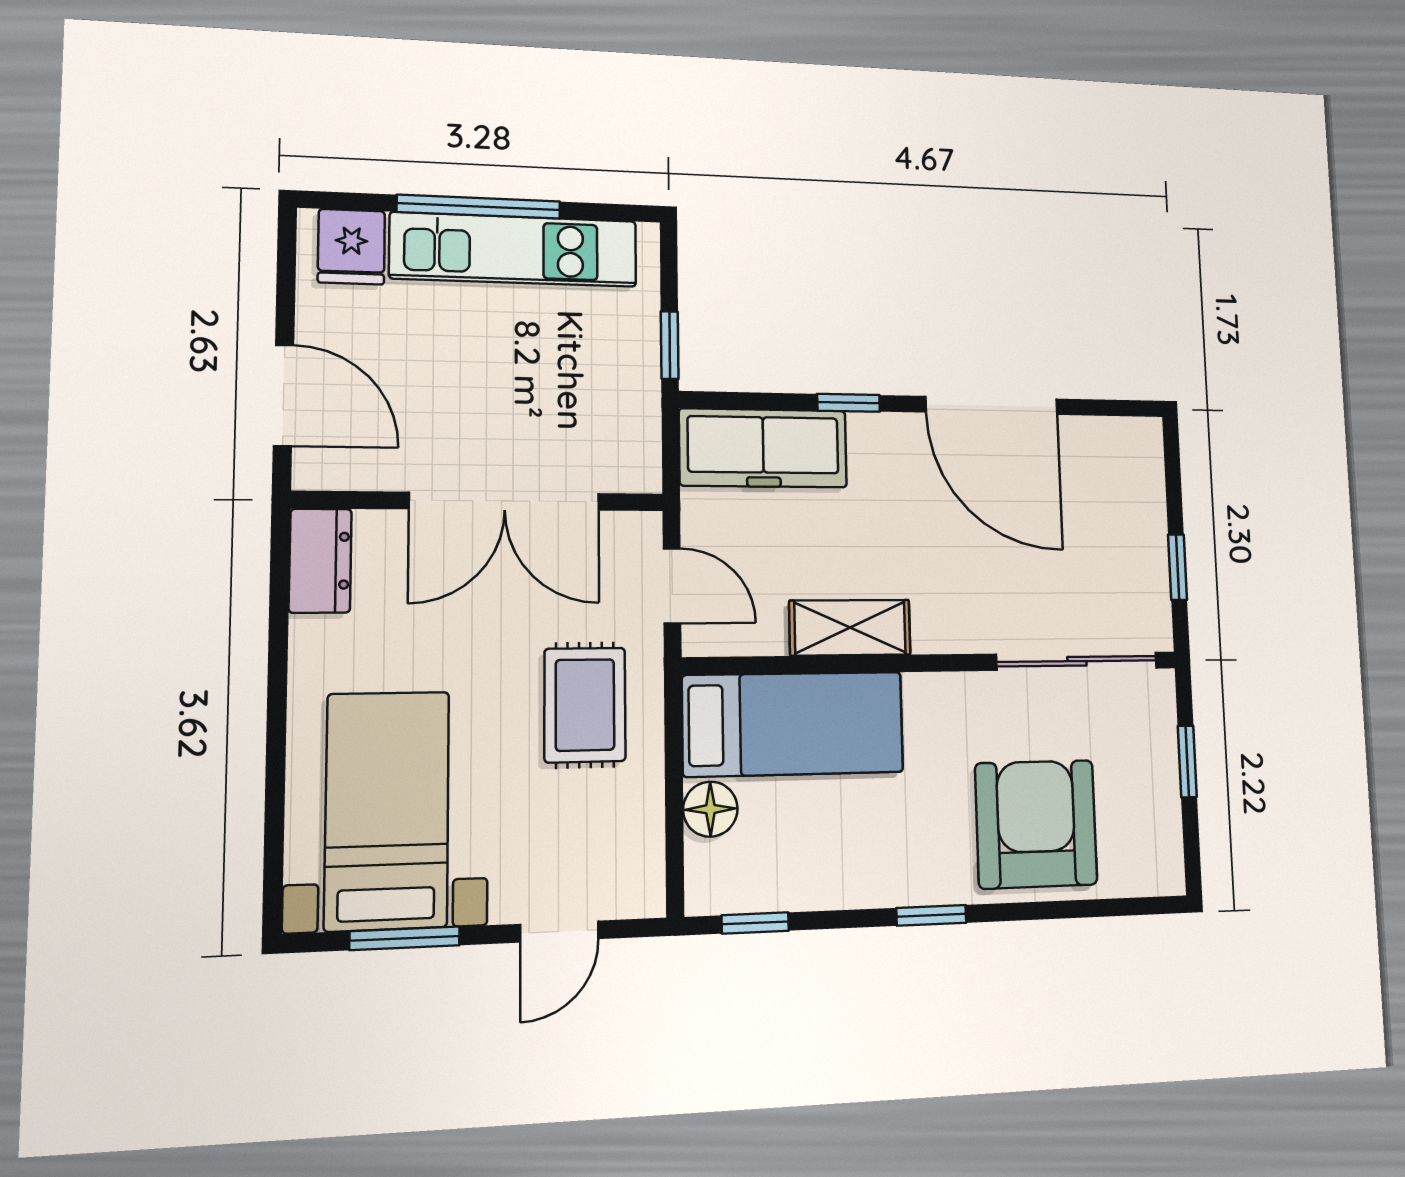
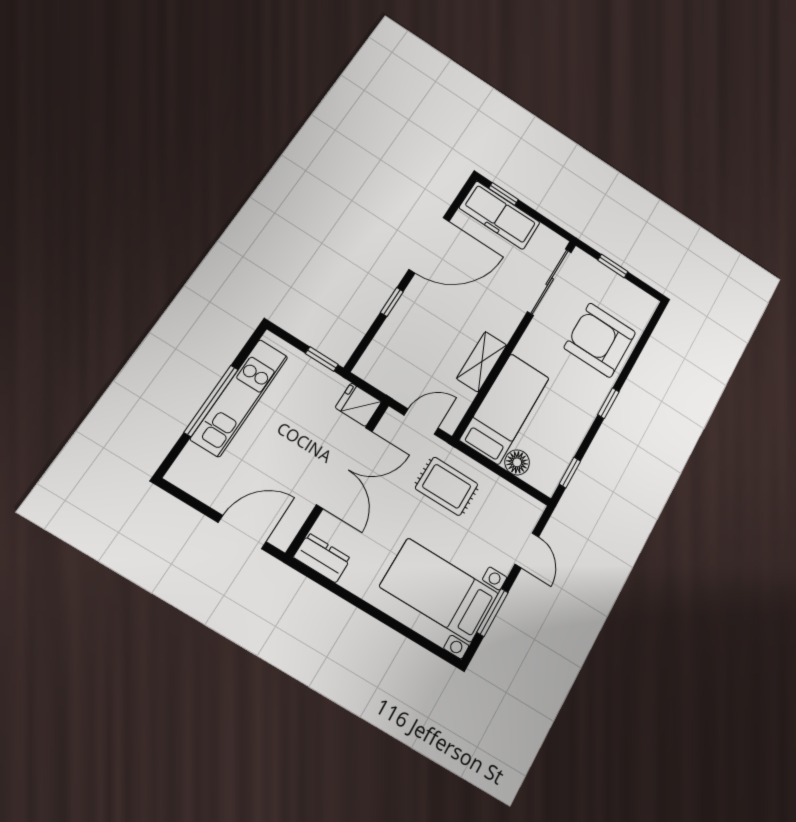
fridge: (351, 247) -> (358, 405), moved, turned 180
freezer: (763, 448) -> (500, 215), moved, turned 90
window: (1178, 567) -> (504, 194), moved

